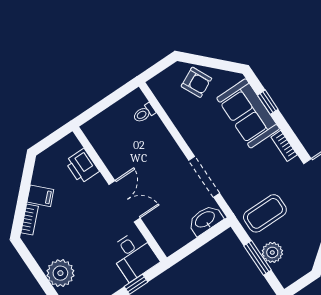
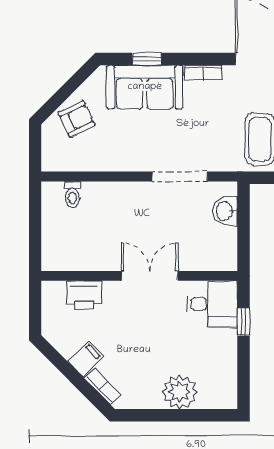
washbasin: (205, 220) -> (225, 211), width x0.72

